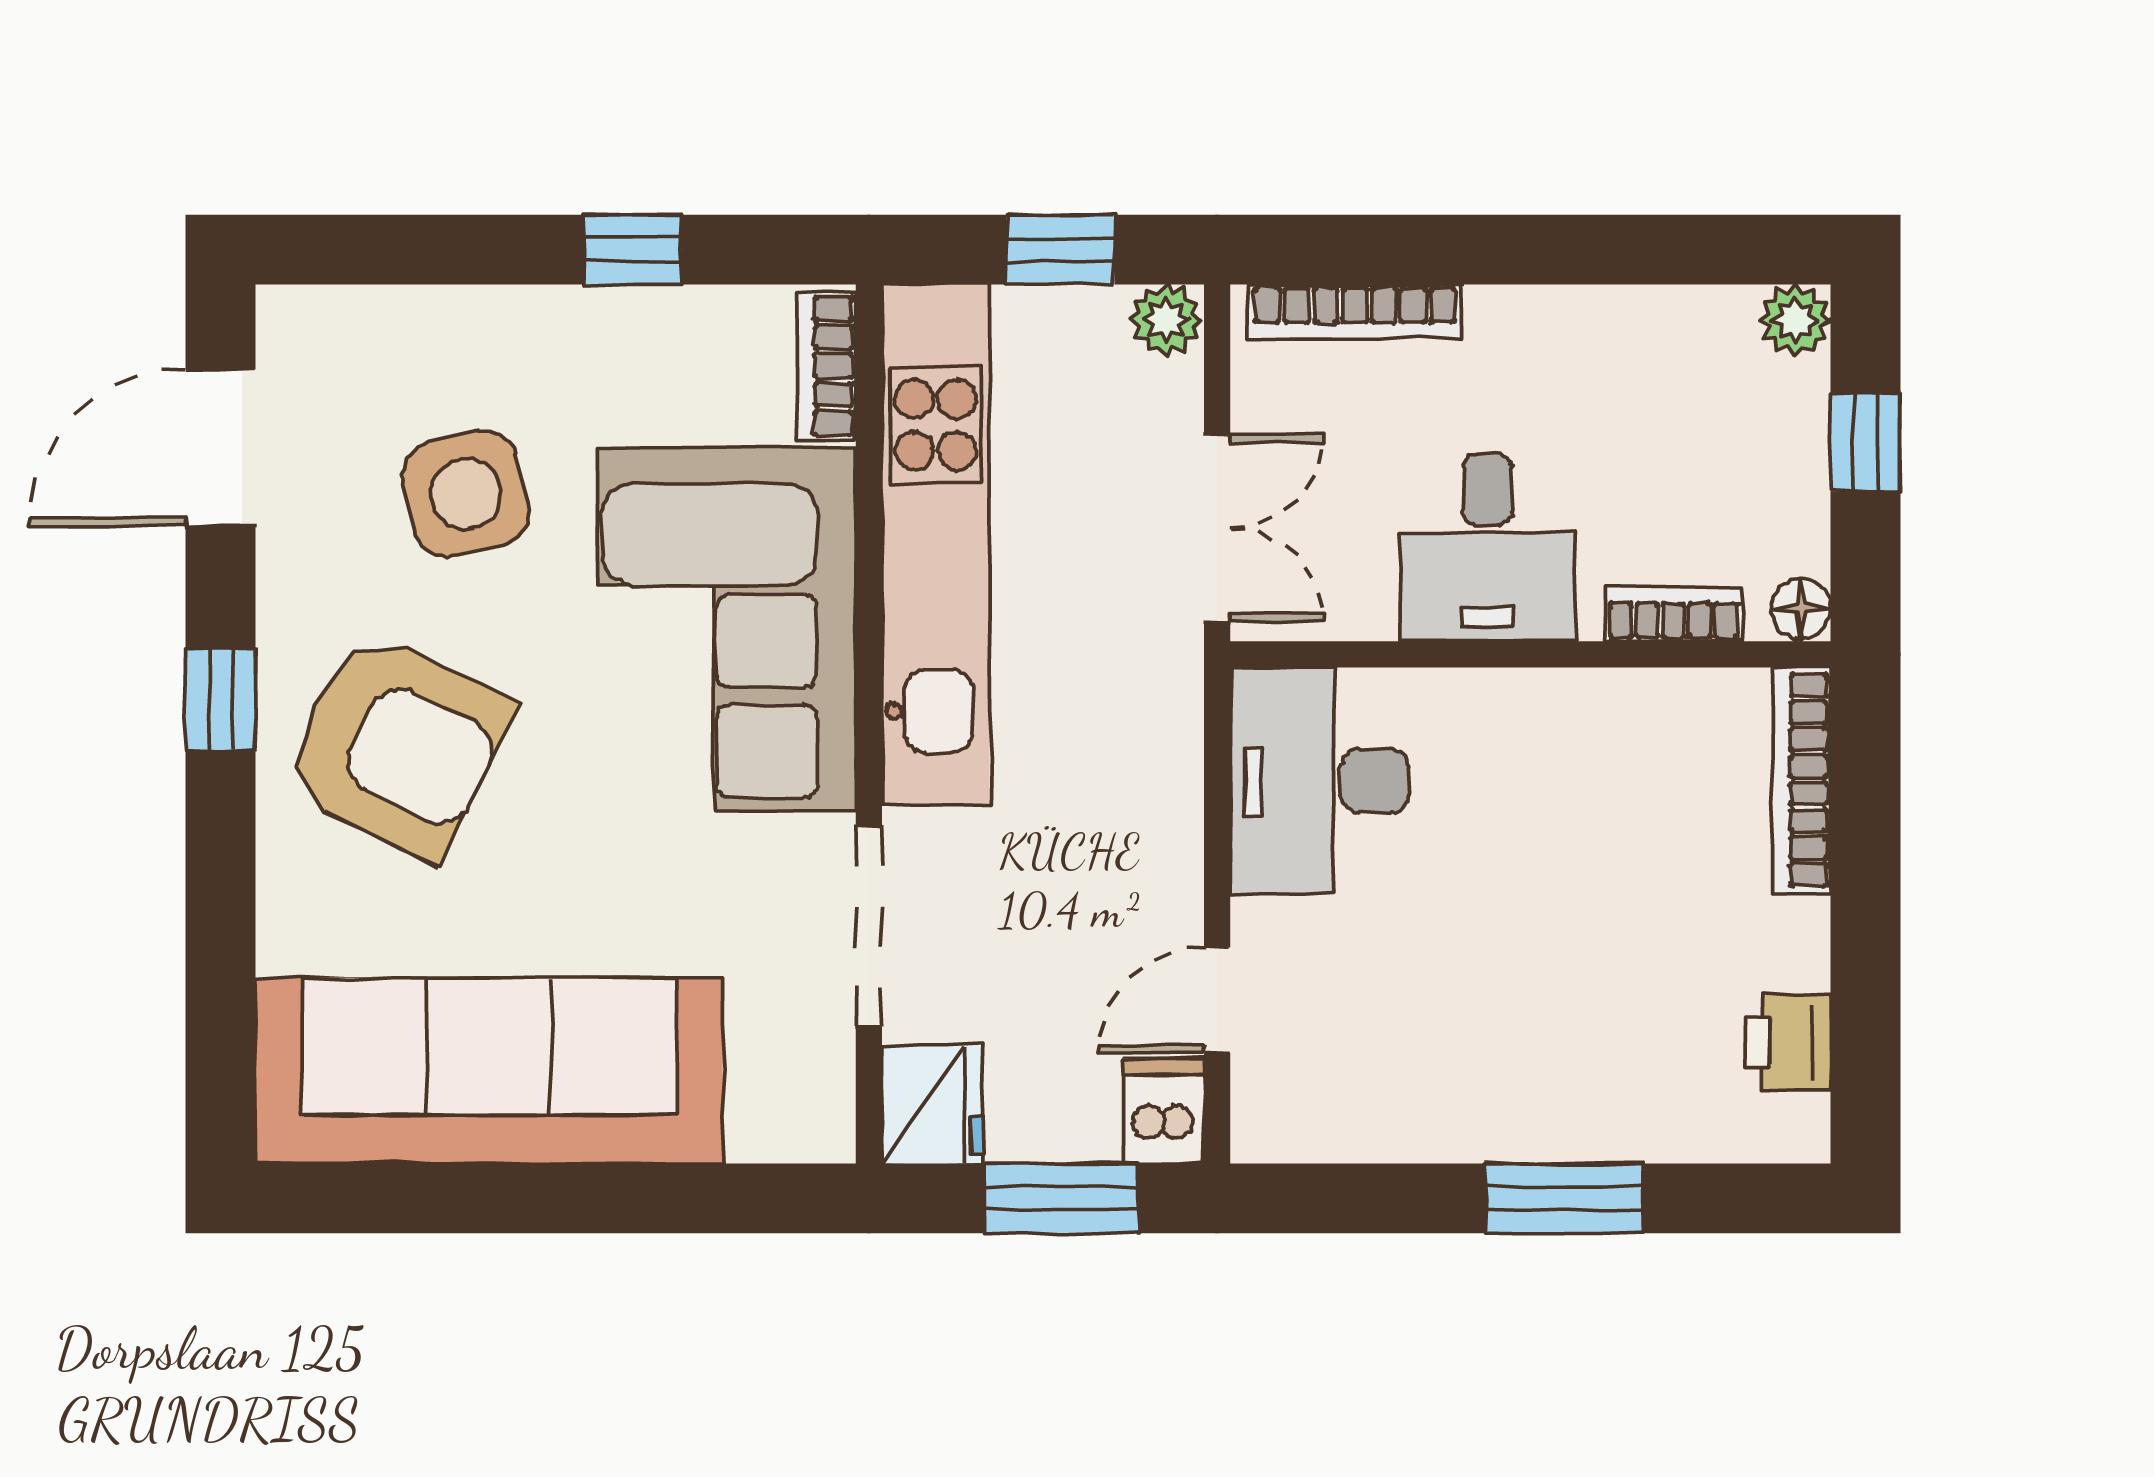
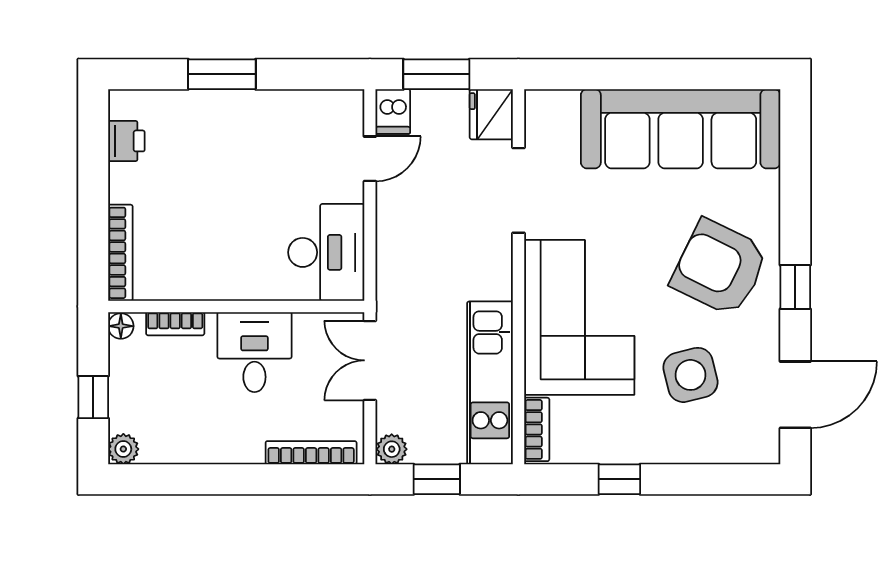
kitchen unit: (936, 545) -> (490, 383), width x0.73

